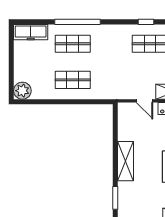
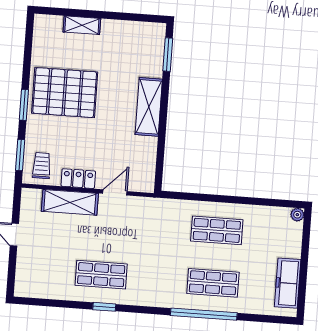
freezer: (31, 32) -> (288, 283), moved, turned -90
plant: (22, 91) -> (297, 215), width x0.53, depth x0.53
door: (145, 101) -> (115, 192), hinge flipped

